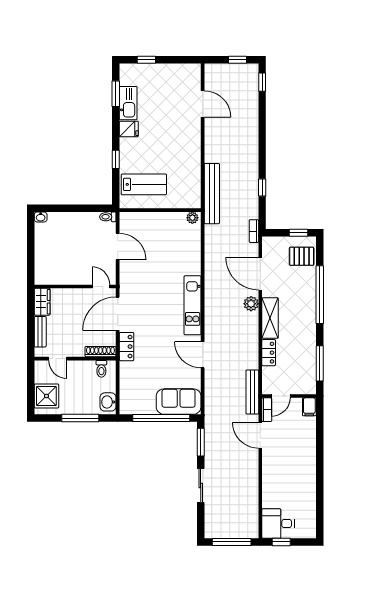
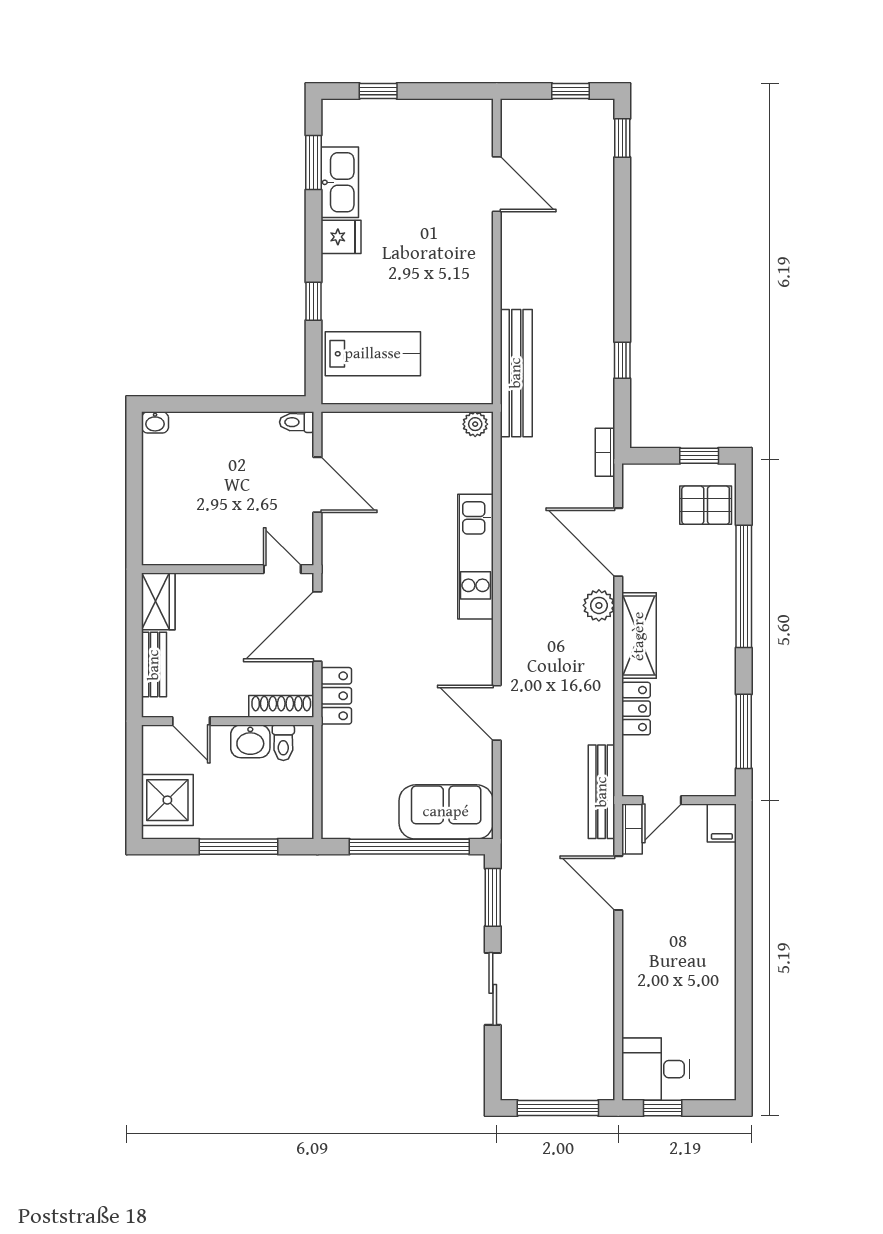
kitchen unit: (193, 305) -> (475, 557), moved
washbasin: (108, 402) -> (250, 741), moved, turned -90

